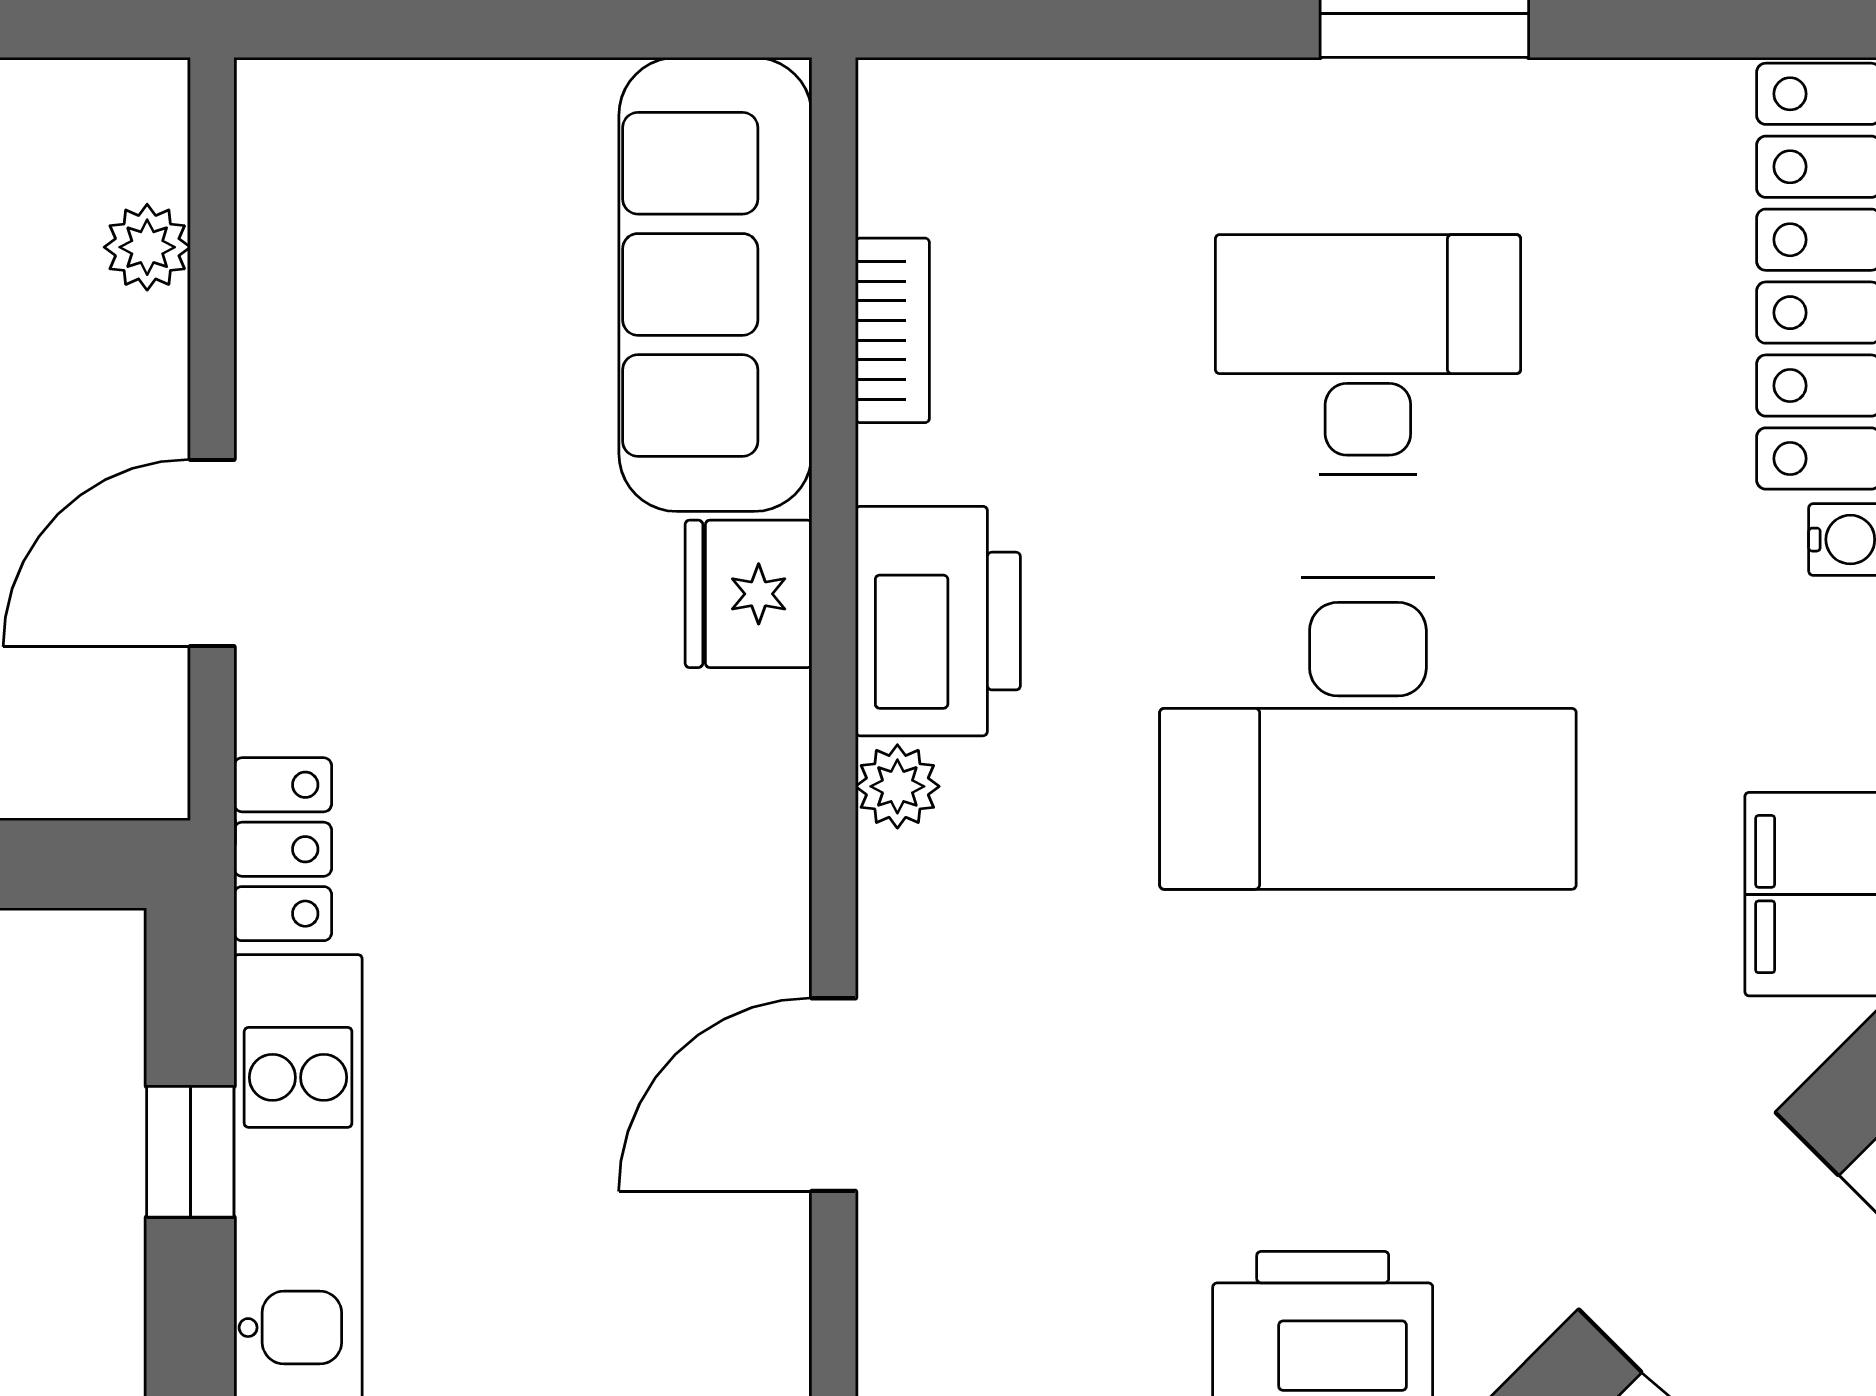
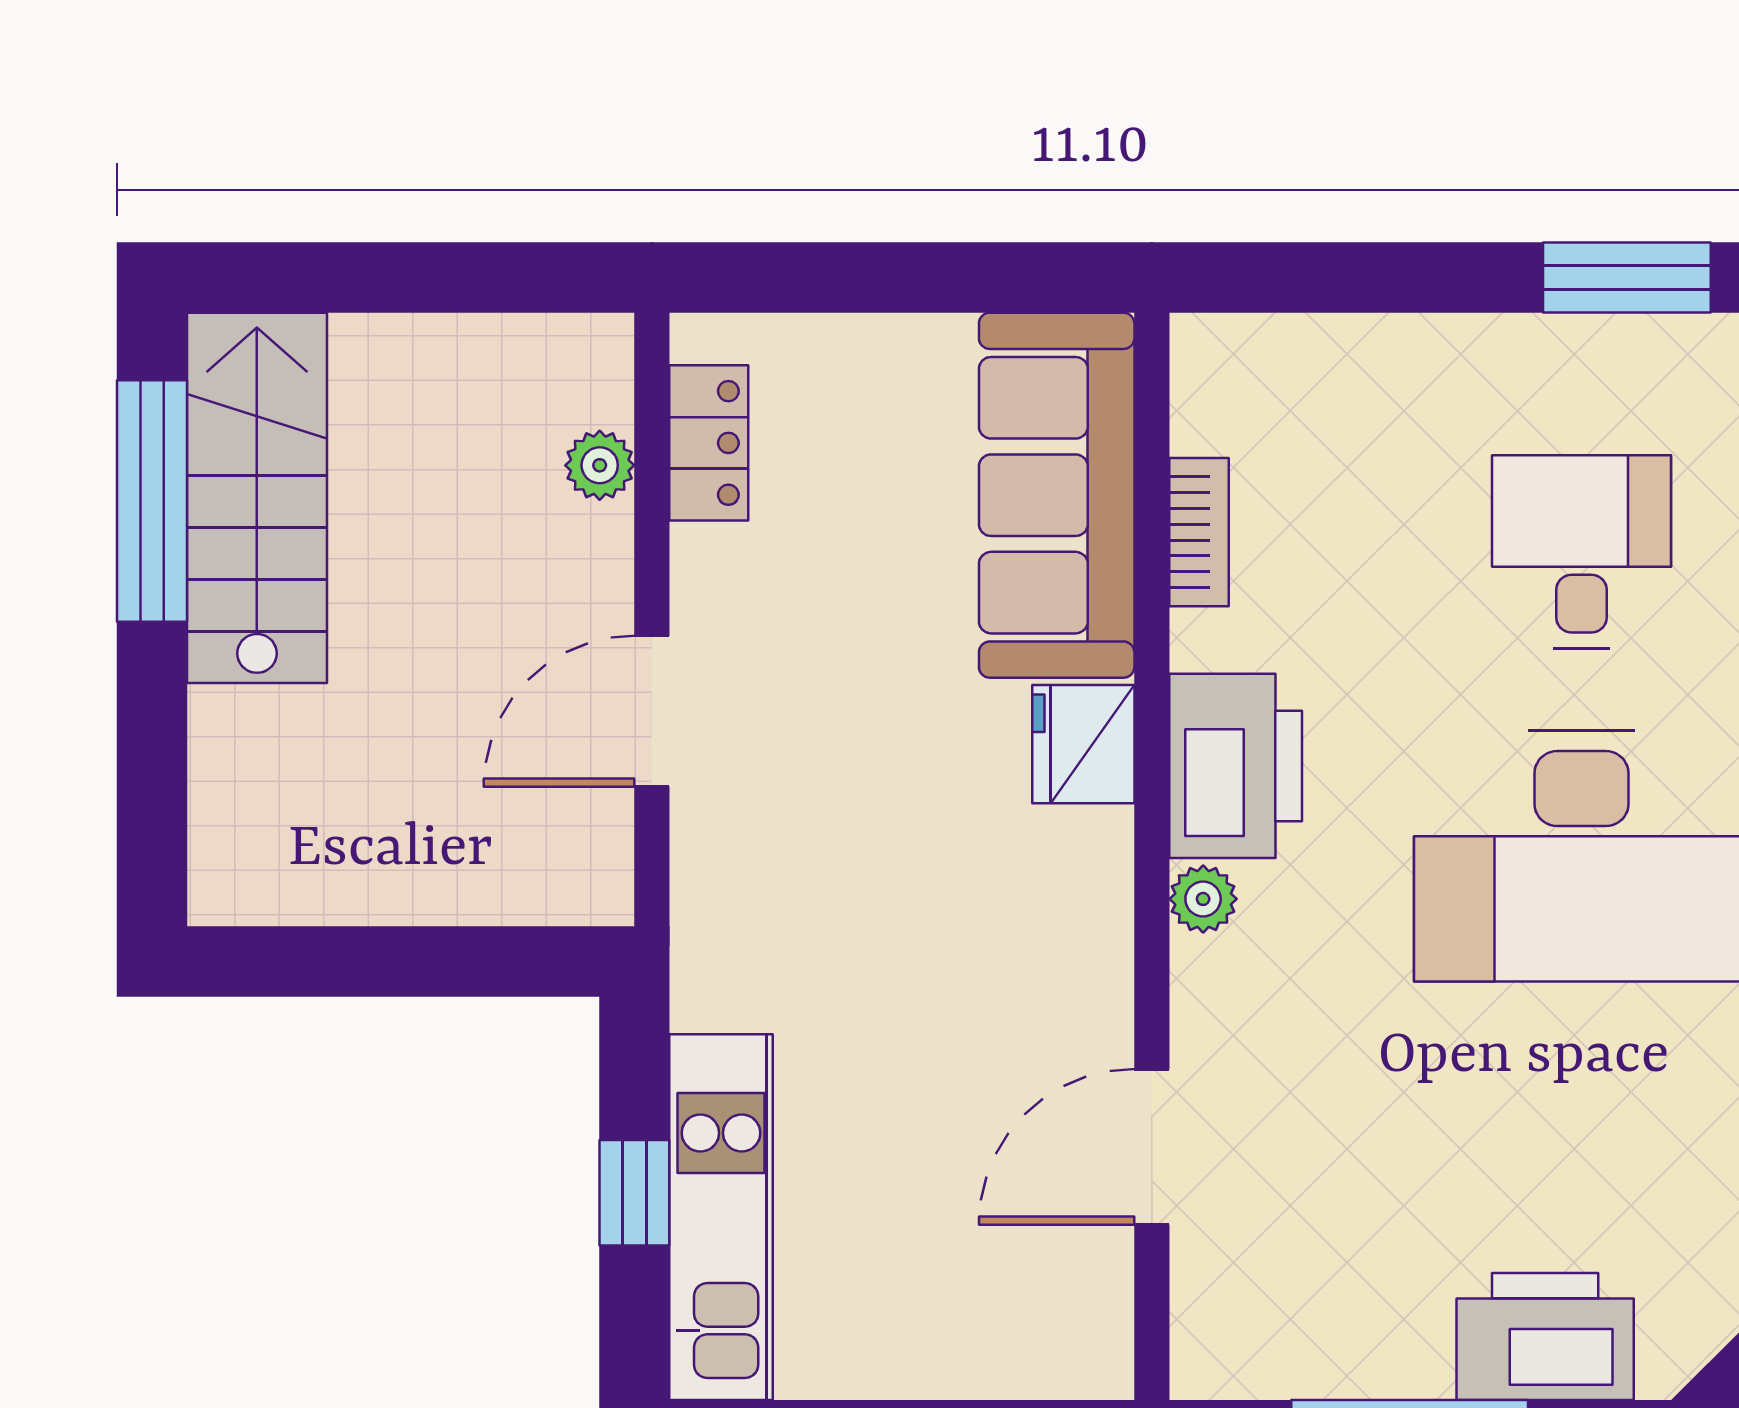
desk: (1368, 354) -> (1582, 552), width x0.73
locker: (283, 849) -> (709, 443), moved

